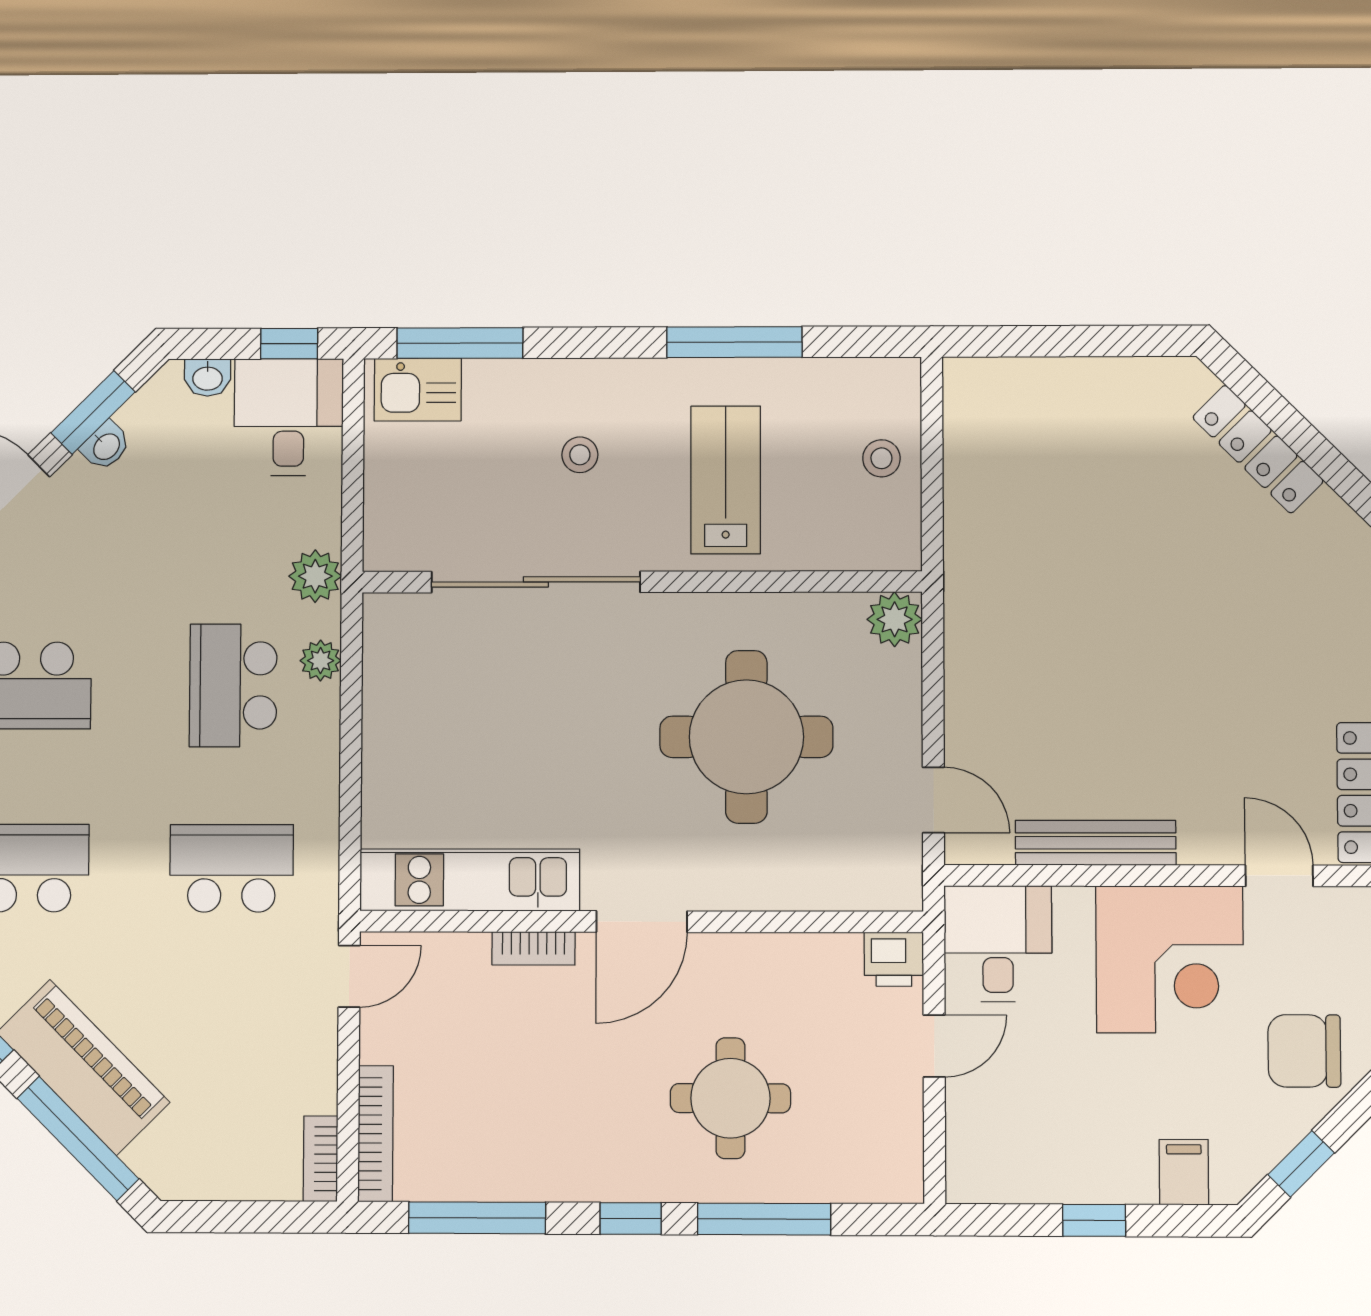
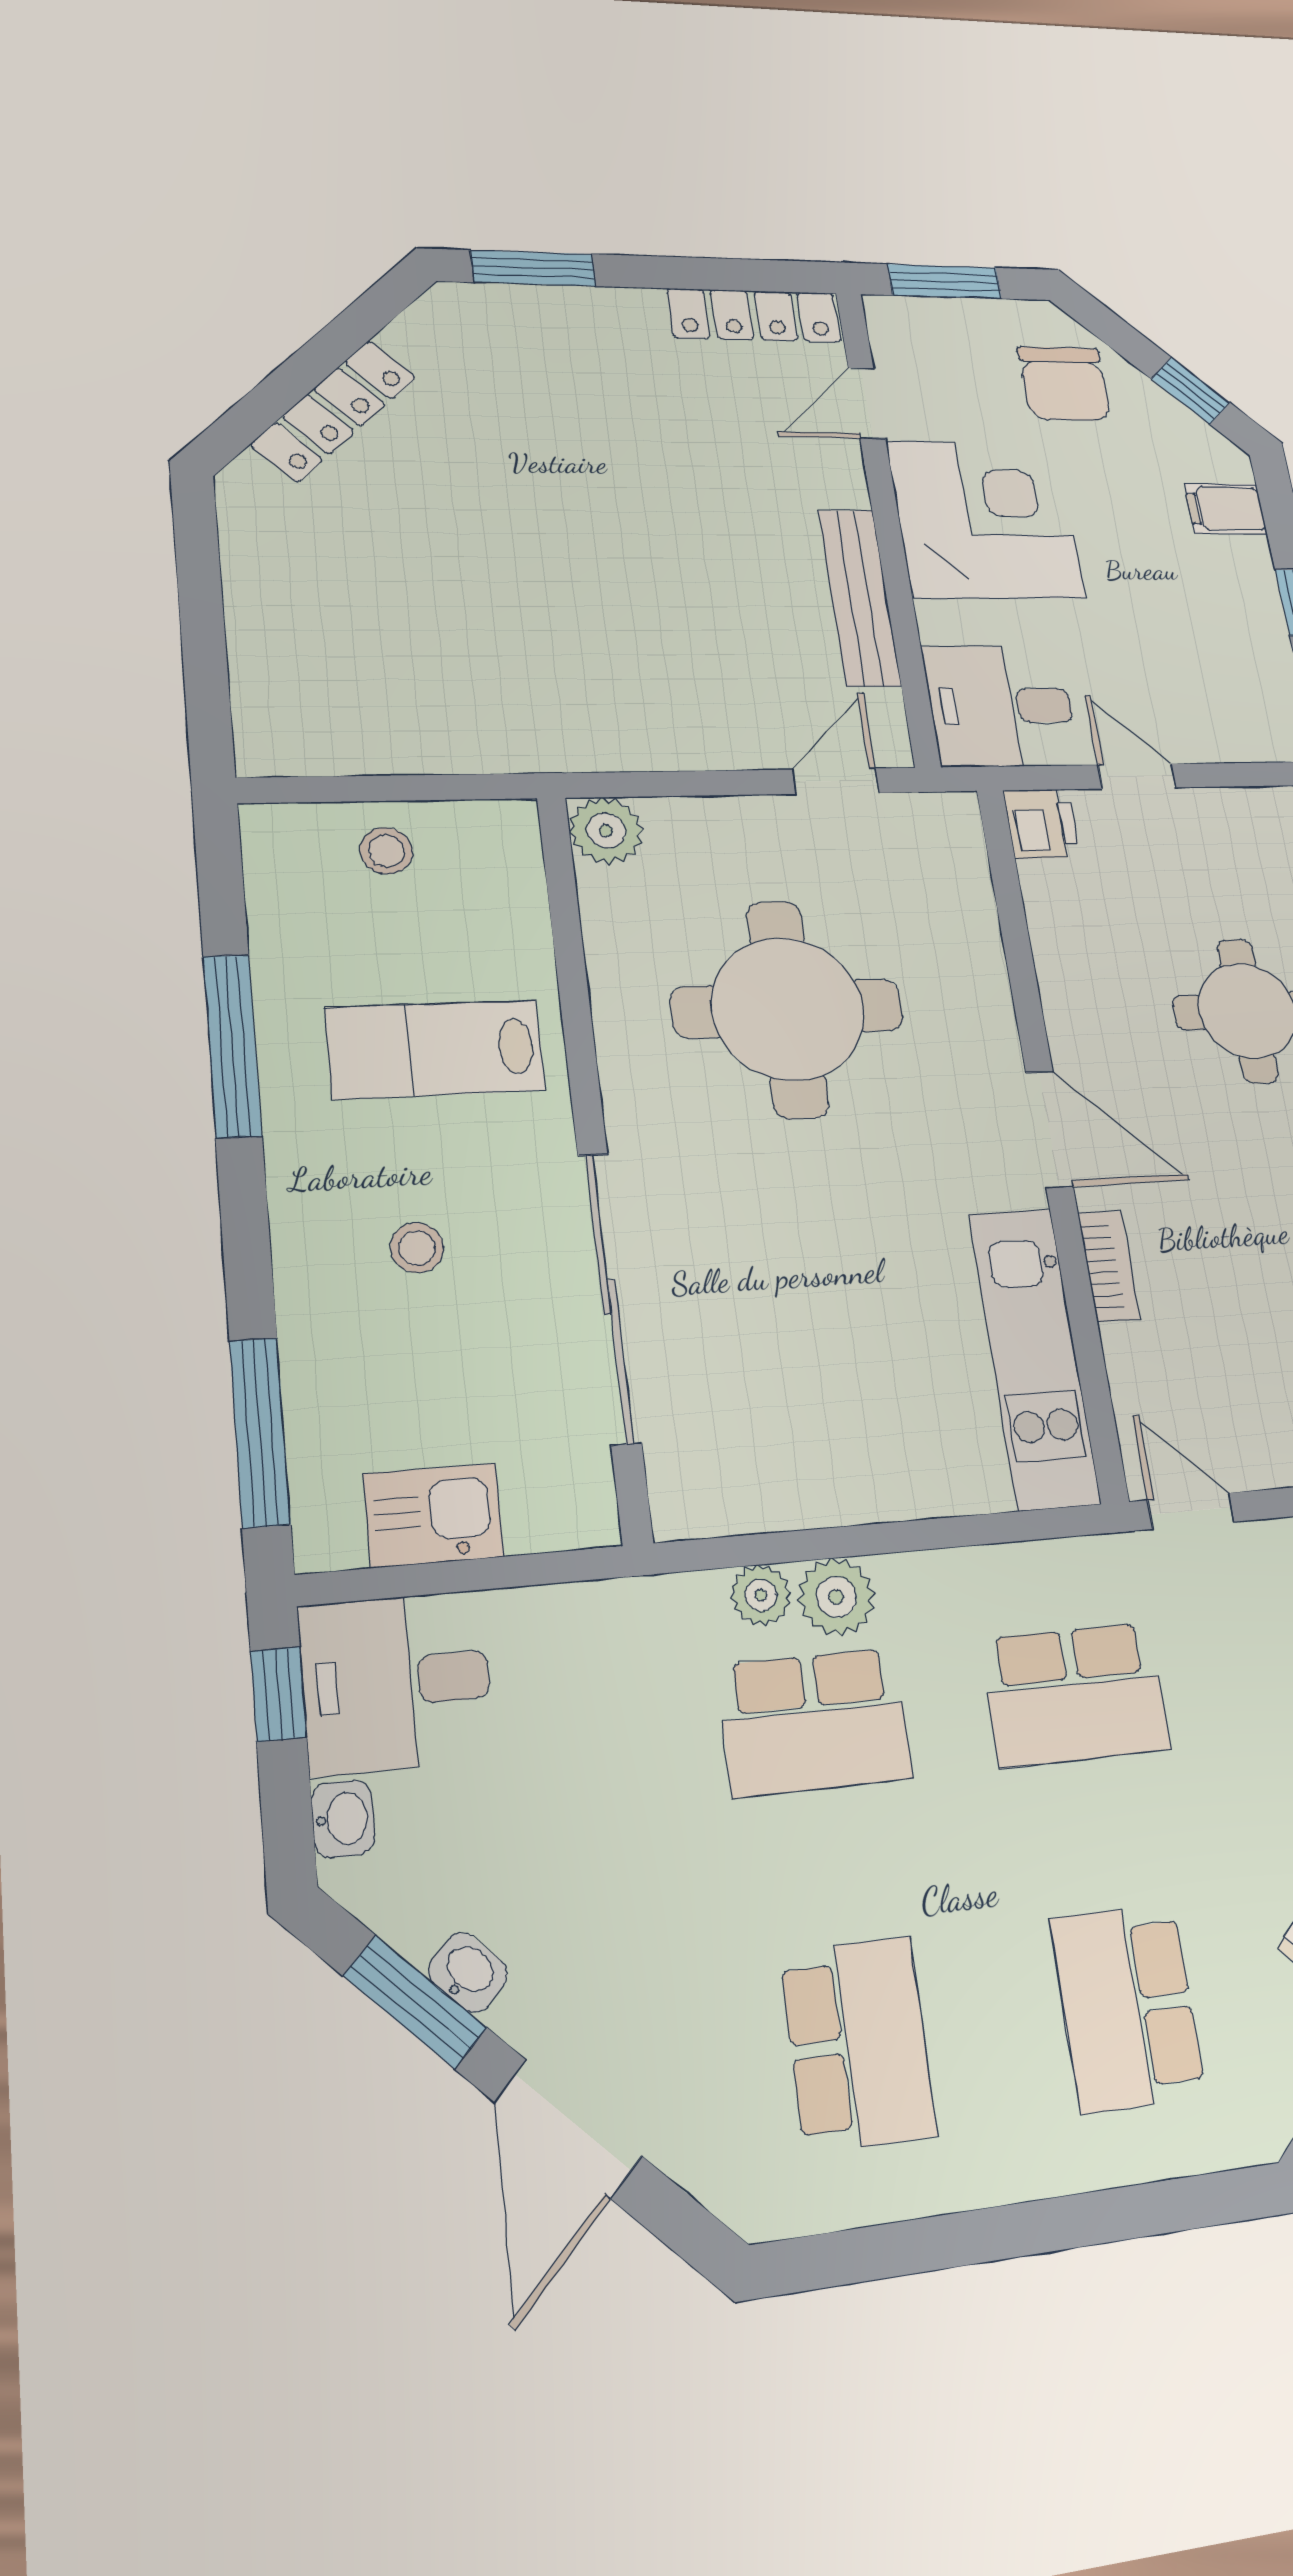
kitchen sink: (418, 390) -> (434, 1515), moved, turned -90
plant: (315, 576) -> (836, 1597), moved
school desk: (232, 868) -> (1075, 1694), turned -90

